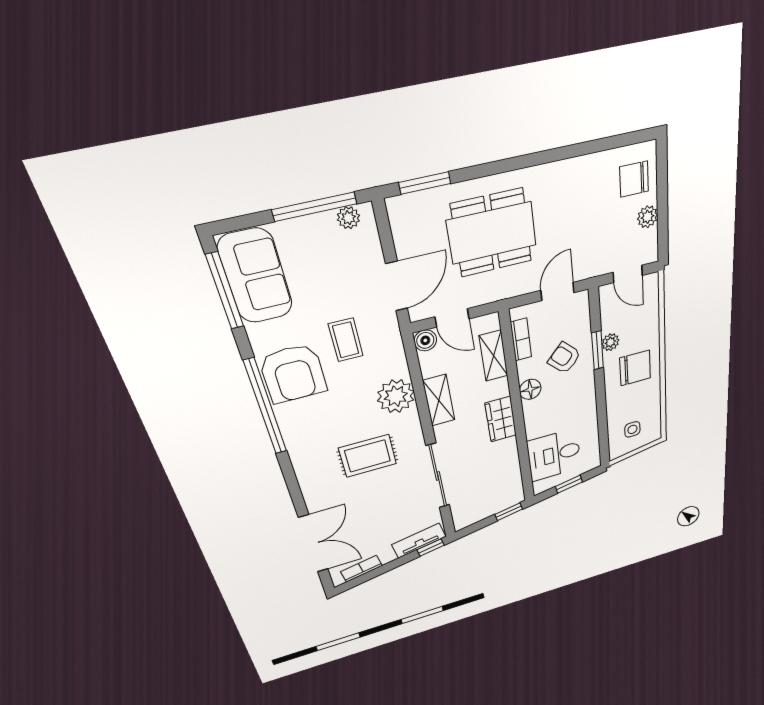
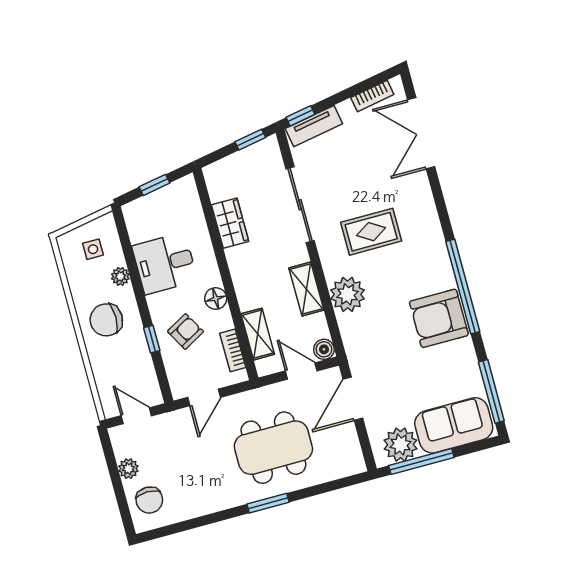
chair: (634, 179) -> (149, 500), turned 90
window: (425, 183) -> (268, 503), moved
plant: (348, 218) -> (400, 445), width x1.88, depth x1.88
sofa: (256, 276) -> (454, 425), moved, turned 90
coffee table: (346, 340) -> (395, 350), removed
plant: (610, 342) -> (120, 276), moved
window: (598, 350) -> (152, 339), width x0.67
armchair: (564, 358) -> (185, 331), turned -73
armchair: (293, 374) -> (439, 318), turned -90
wardrobe: (501, 419) -> (230, 223), moved
desk: (554, 455) -> (165, 263), moved, turned 180
window: (509, 512) -> (250, 140), moved

